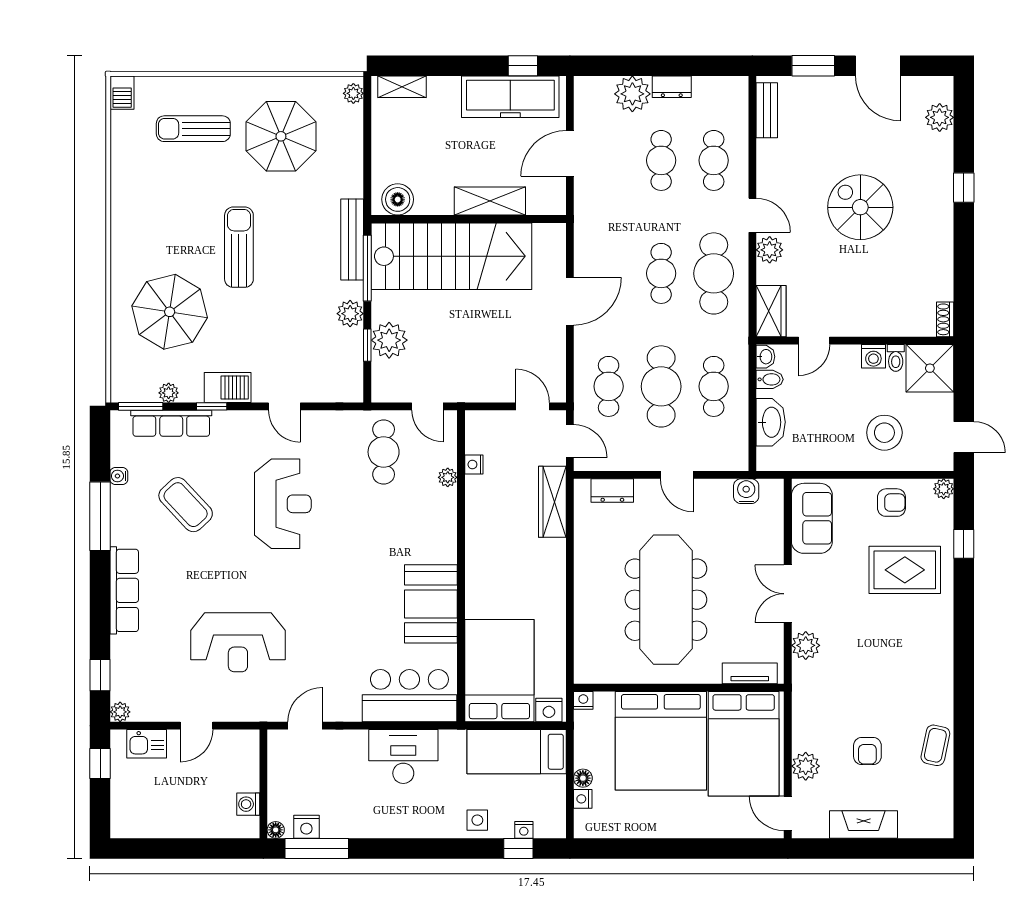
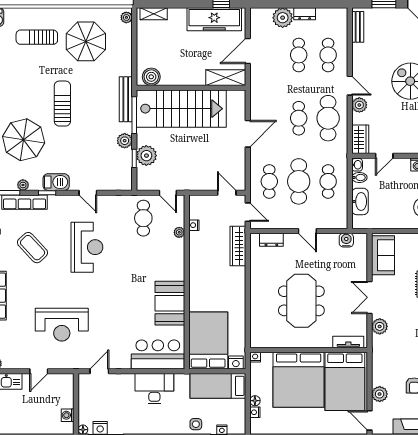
shelving: (490, 201) -> (226, 78), moved
meeting table: (666, 600) -> (301, 301), width x0.73

